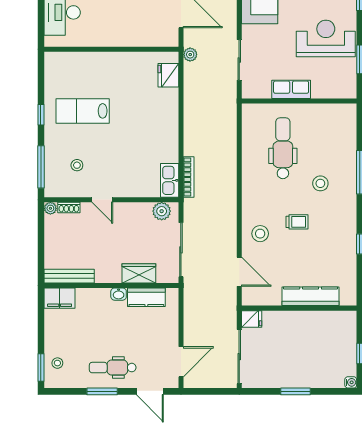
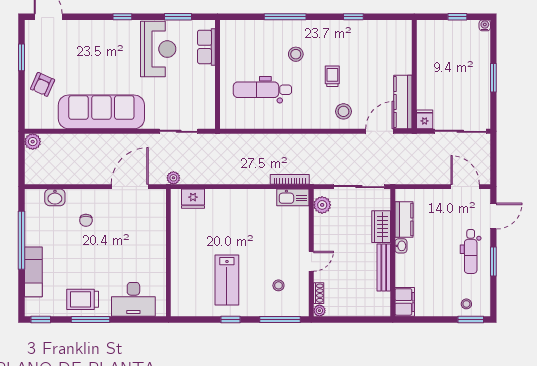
reception desk: (326, 38) -> (158, 49), turned 180
row of seats: (291, 89) -> (206, 47), moved
bench: (69, 276) -> (384, 268), moved
kitchen counter: (311, 296) -> (403, 102), moved

